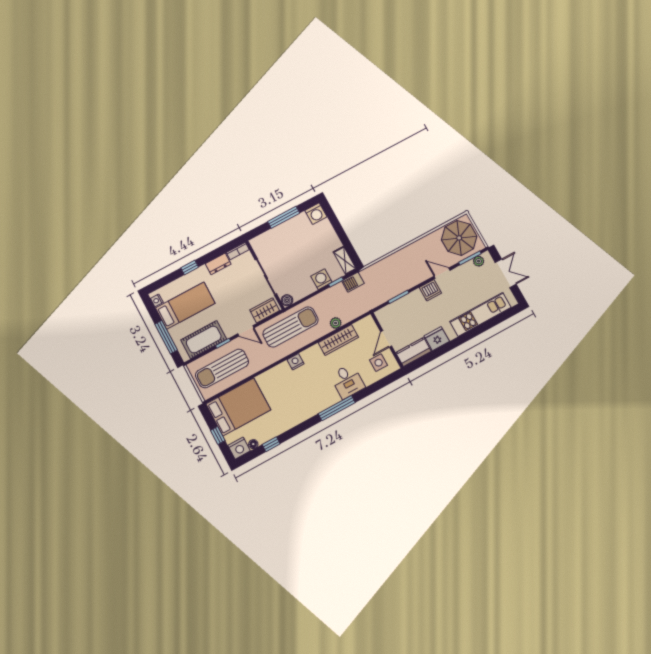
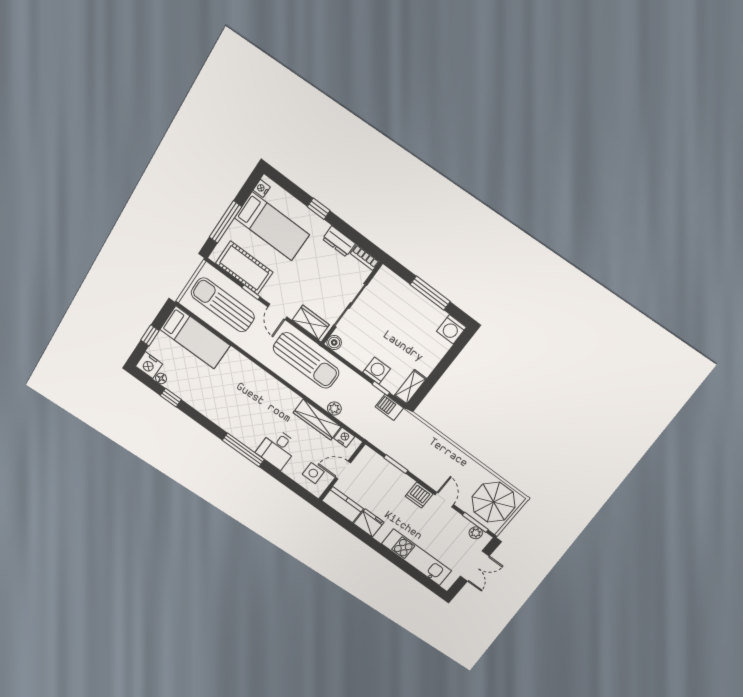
nightstand: (296, 362) -> (344, 437), moved
bed: (238, 407) -> (195, 337), width x0.67

